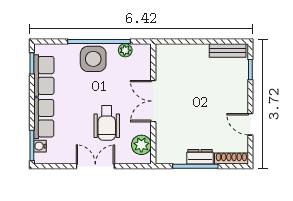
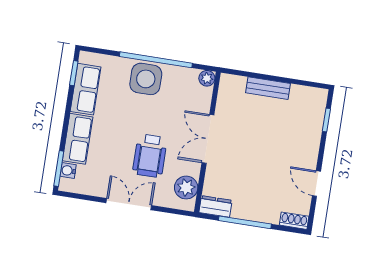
plant: (125, 50) -> (207, 78), moved
bench: (228, 51) -> (268, 88), moved
dresser: (200, 157) -> (215, 206), moved
shoe rack: (231, 159) -> (294, 221), width x0.70

